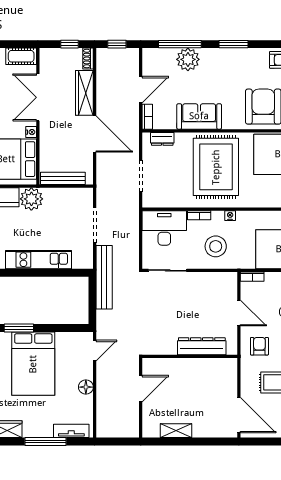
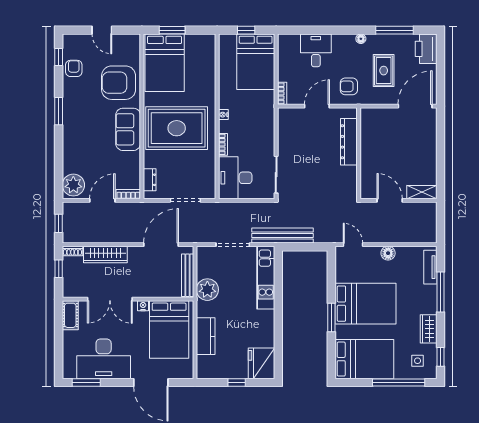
window: (180, 44) -> (59, 163), removed
plant: (188, 59) -> (73, 185), moved
door: (141, 90) -> (102, 200), hinge flipped
sofa: (199, 116) -> (128, 129), moved
door: (95, 134) -> (161, 245), moved
plant: (31, 199) -> (207, 290), moved
stool: (216, 246) -> (253, 128), removed
kitchen unit: (38, 260) -> (266, 278), moved
shelving: (176, 431) -> (422, 192), moved, turned 90

